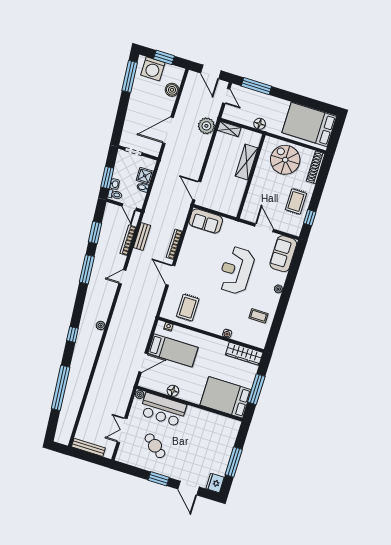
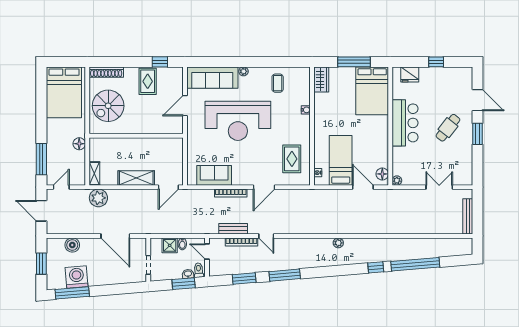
washing machine: (153, 69) -> (77, 277), moved, turned -95
door: (211, 72) -> (41, 211), swing flipped
shelving: (247, 162) -> (136, 178), moved
rug: (296, 201) -> (148, 81), turned 90
door: (129, 207) -> (207, 252), swing flipped
sofa: (206, 221) -> (214, 175), moved, turned -90
sofa: (283, 254) -> (212, 78), width x1.36
reception desk: (236, 270) -> (238, 121), width x1.36, depth x1.30
door: (122, 277) -> (266, 236), moved
rug: (188, 308) -> (292, 159), turned 90
window: (72, 334) -> (376, 267), moved
wardrobe: (244, 354) -> (321, 79), width x0.67
floor lamp: (173, 391) -> (382, 174), moved
bar counter: (163, 410) -> (405, 123), moved
double door: (122, 430) -> (439, 187), swing flipped
cafe table: (155, 446) -> (448, 128), moved
window: (234, 462) -> (436, 62), width x0.46
fridge: (215, 483) -> (410, 74), moved
door: (188, 488) -> (478, 100), hinge flipped

